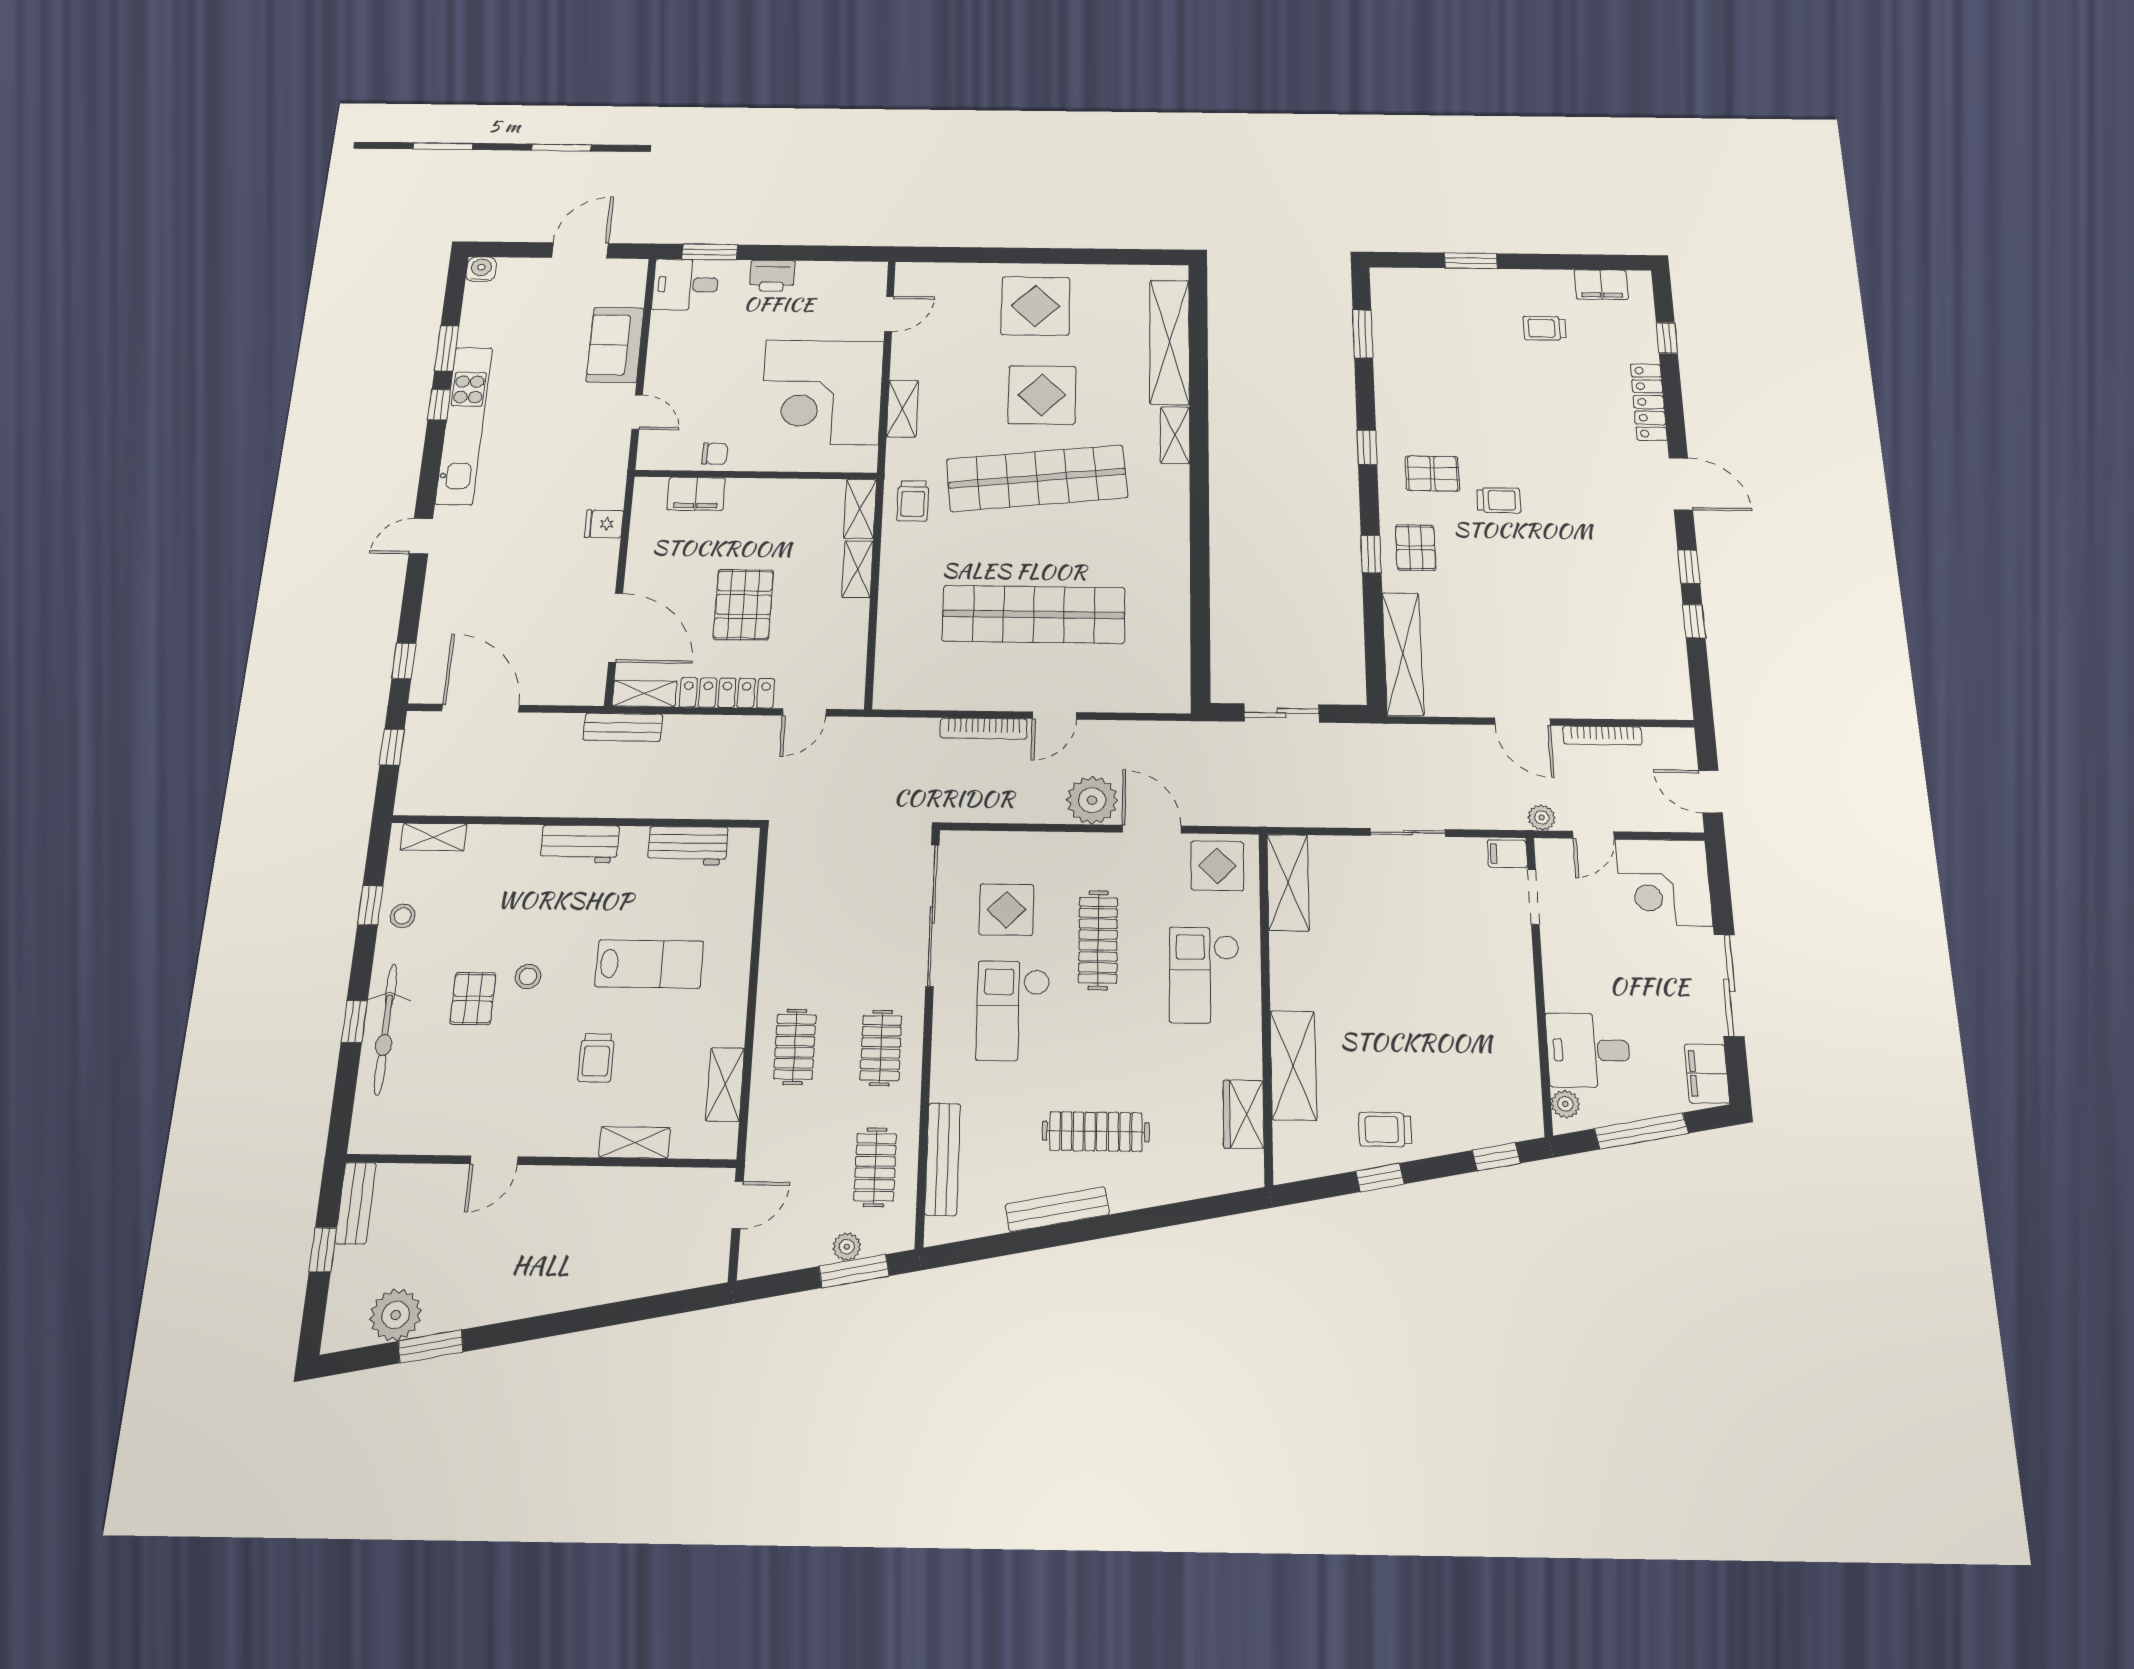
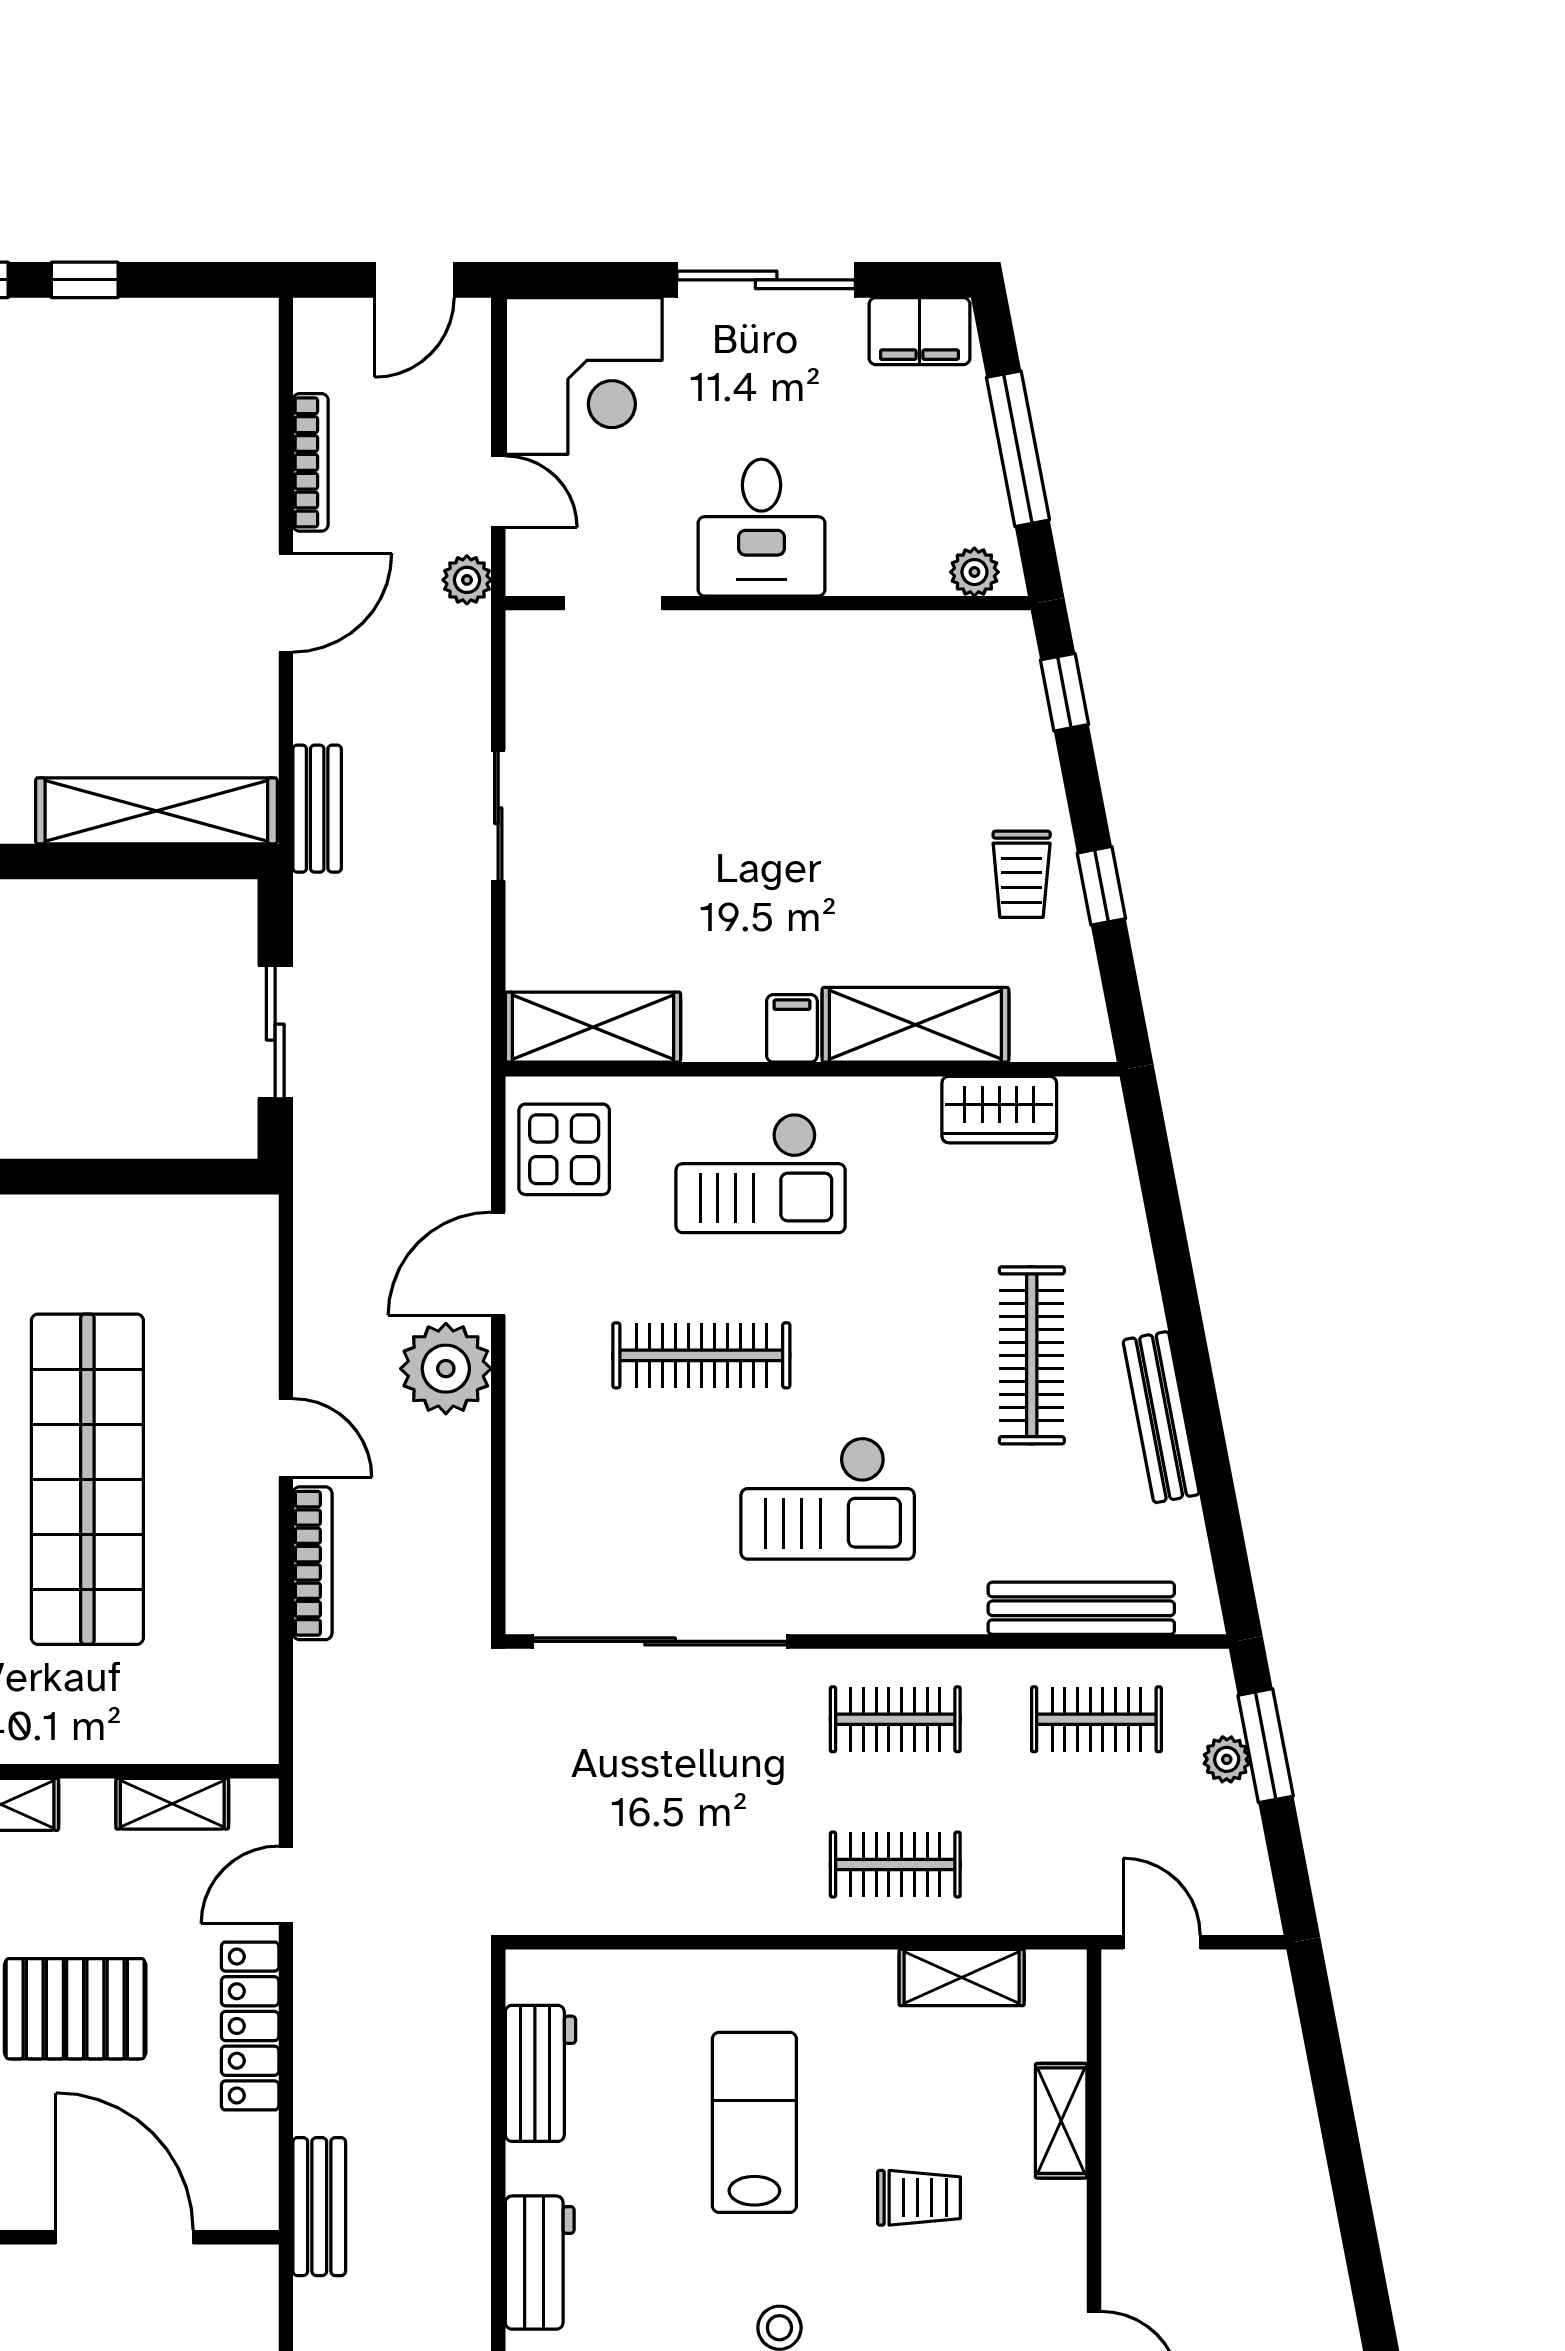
door: (616, 628) -> (124, 2237), hinge flipped
shelving: (644, 694) -> (172, 1804), moved, turned 90
door: (804, 712) -> (286, 1885), swing flipped
bench: (1408, 736) -> (317, 809), added
filing cabinet: (1507, 854) -> (792, 1028), moved, turned 180
display table: (1006, 910) -> (649, 1514), removed
desk: (1588, 1050) -> (761, 528), moved

